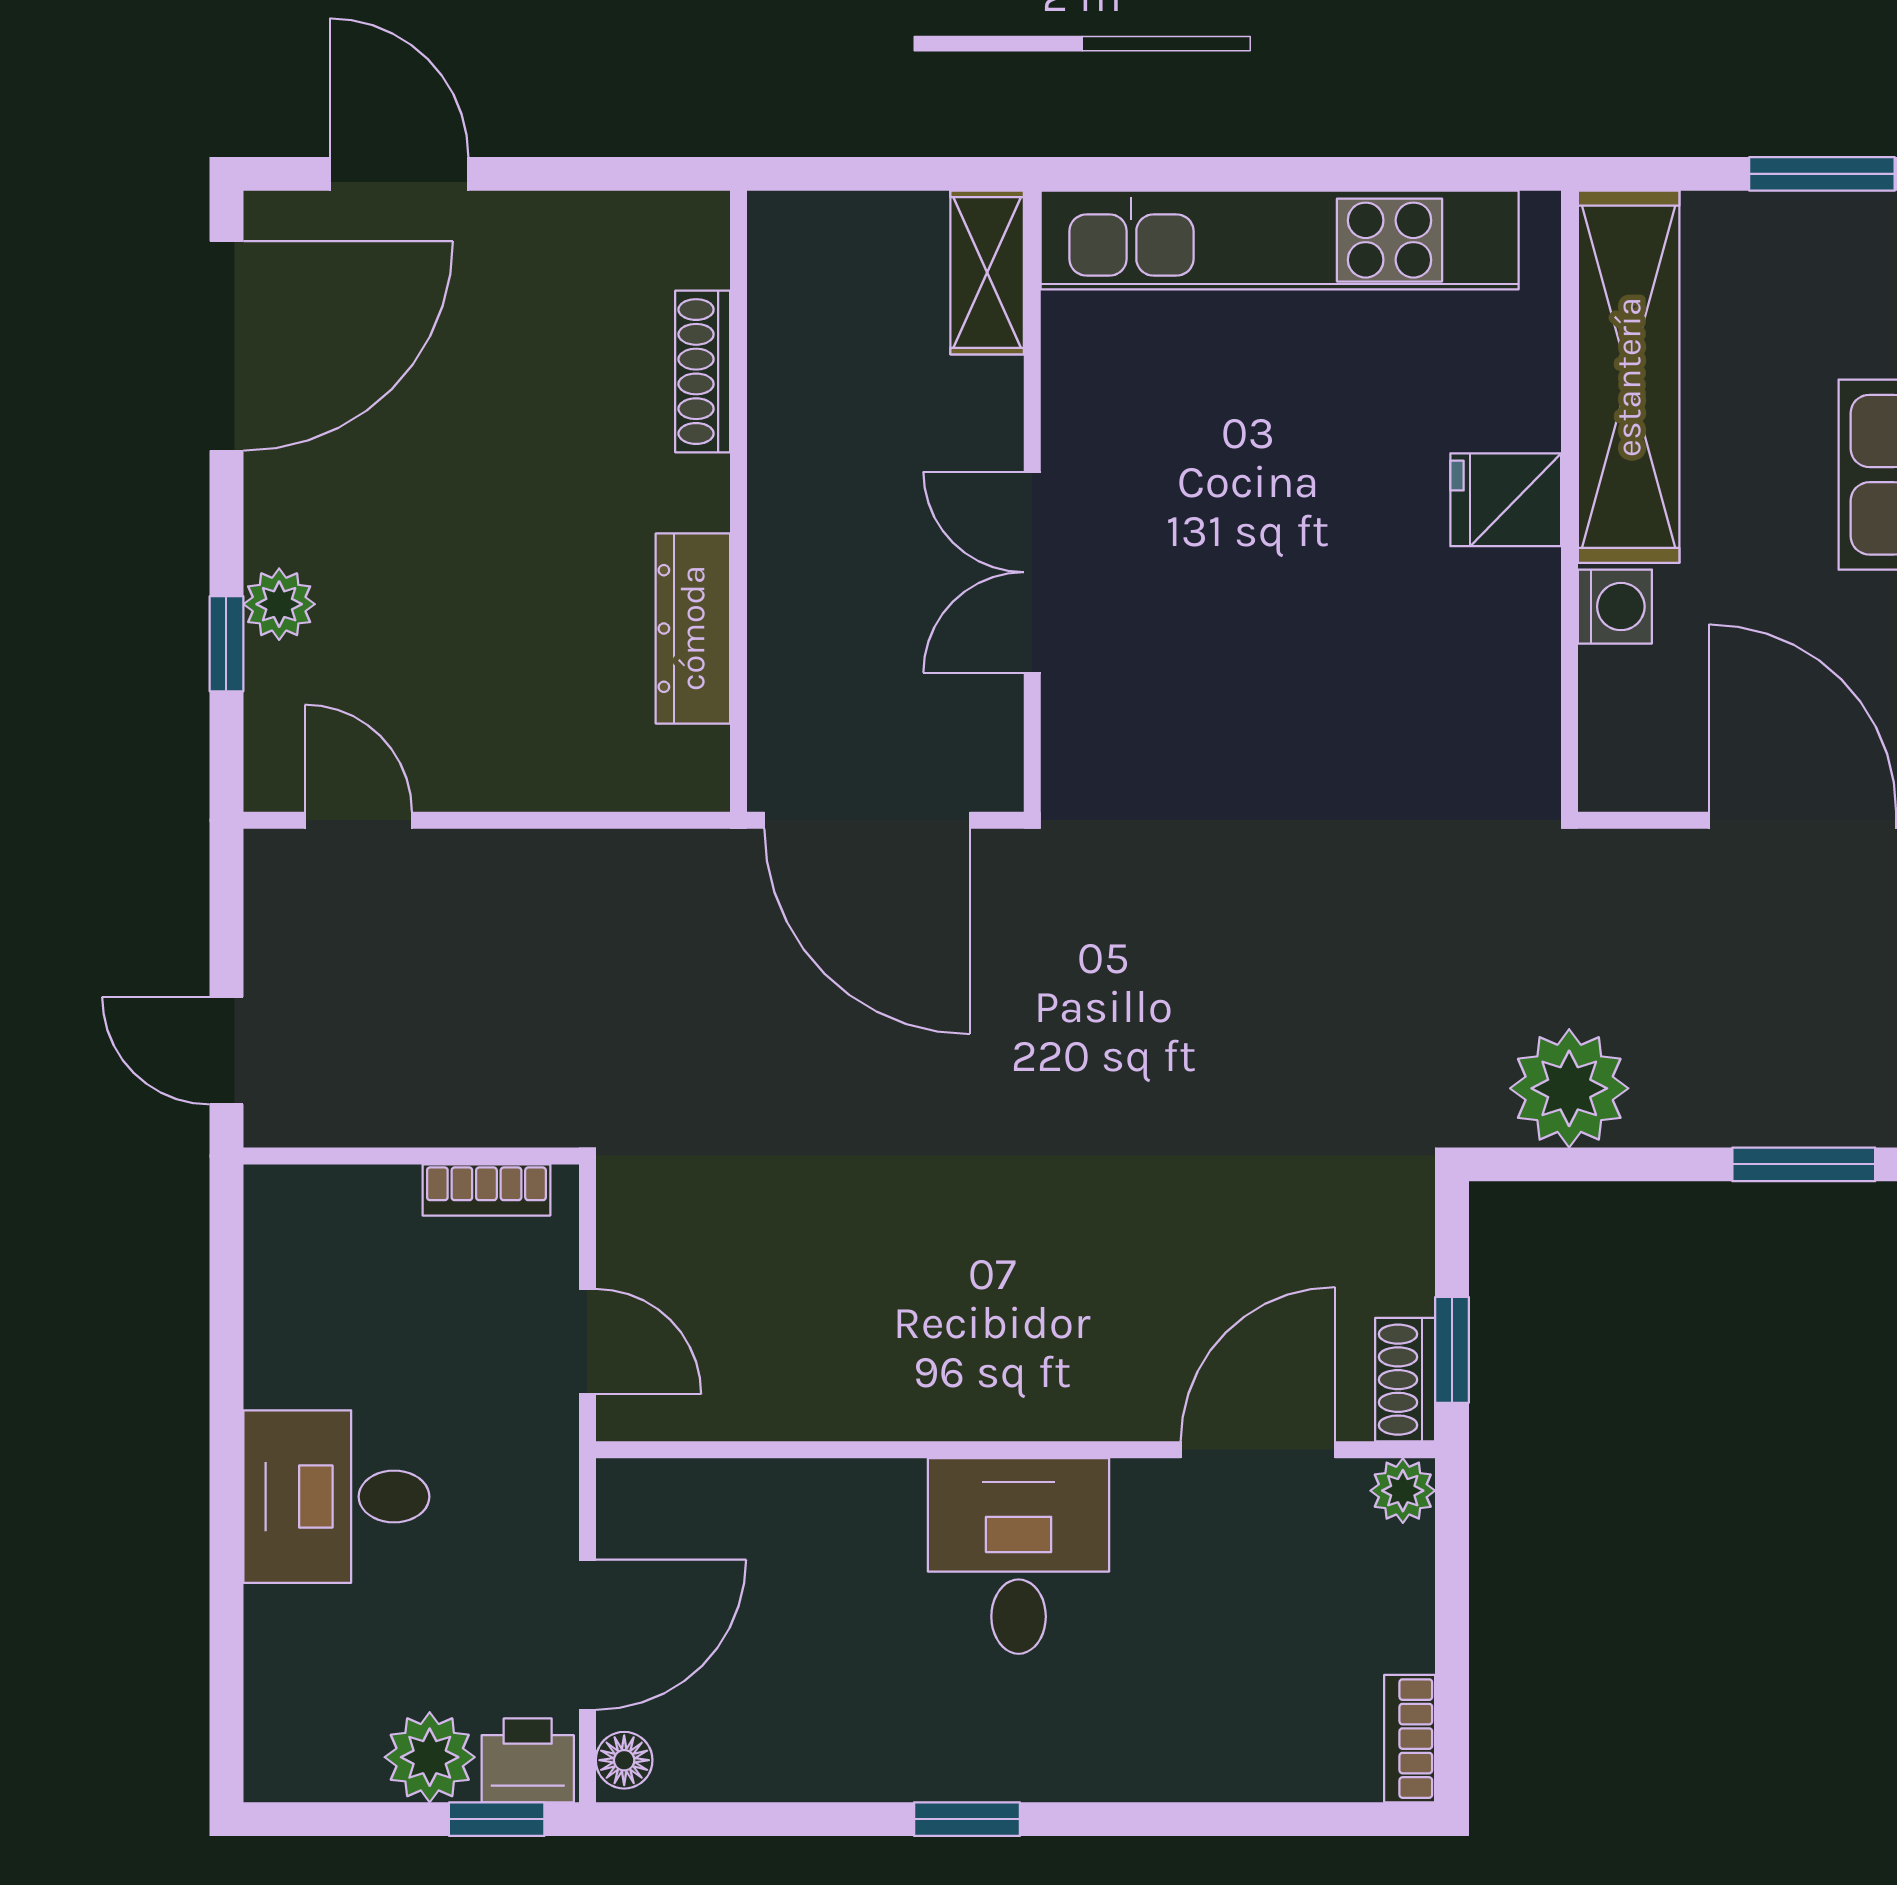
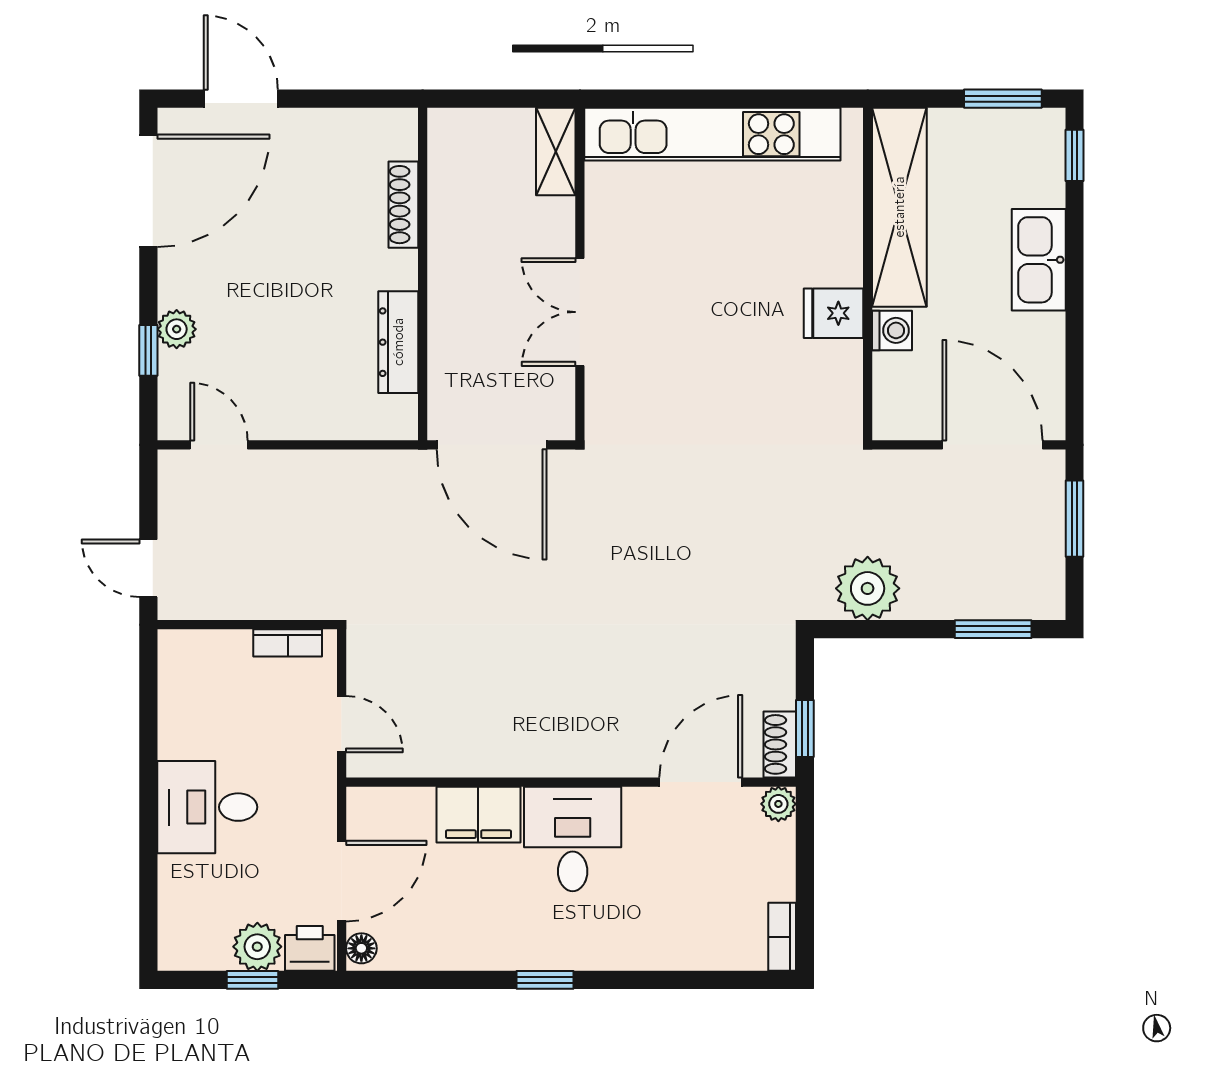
fridge: (1506, 500) -> (834, 313), moved
filing cabinet: (843, 1510) -> (478, 815), added
window: (497, 1819) -> (252, 980), moved

